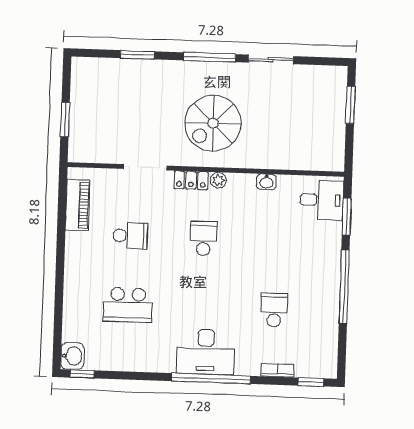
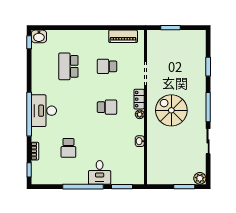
plant: (337, 76) -> (200, 178), added
desk: (322, 200) -> (100, 172), moved
school desk: (130, 236) -> (107, 66), turned 90
school desk: (274, 310) -> (68, 148), turned 90

